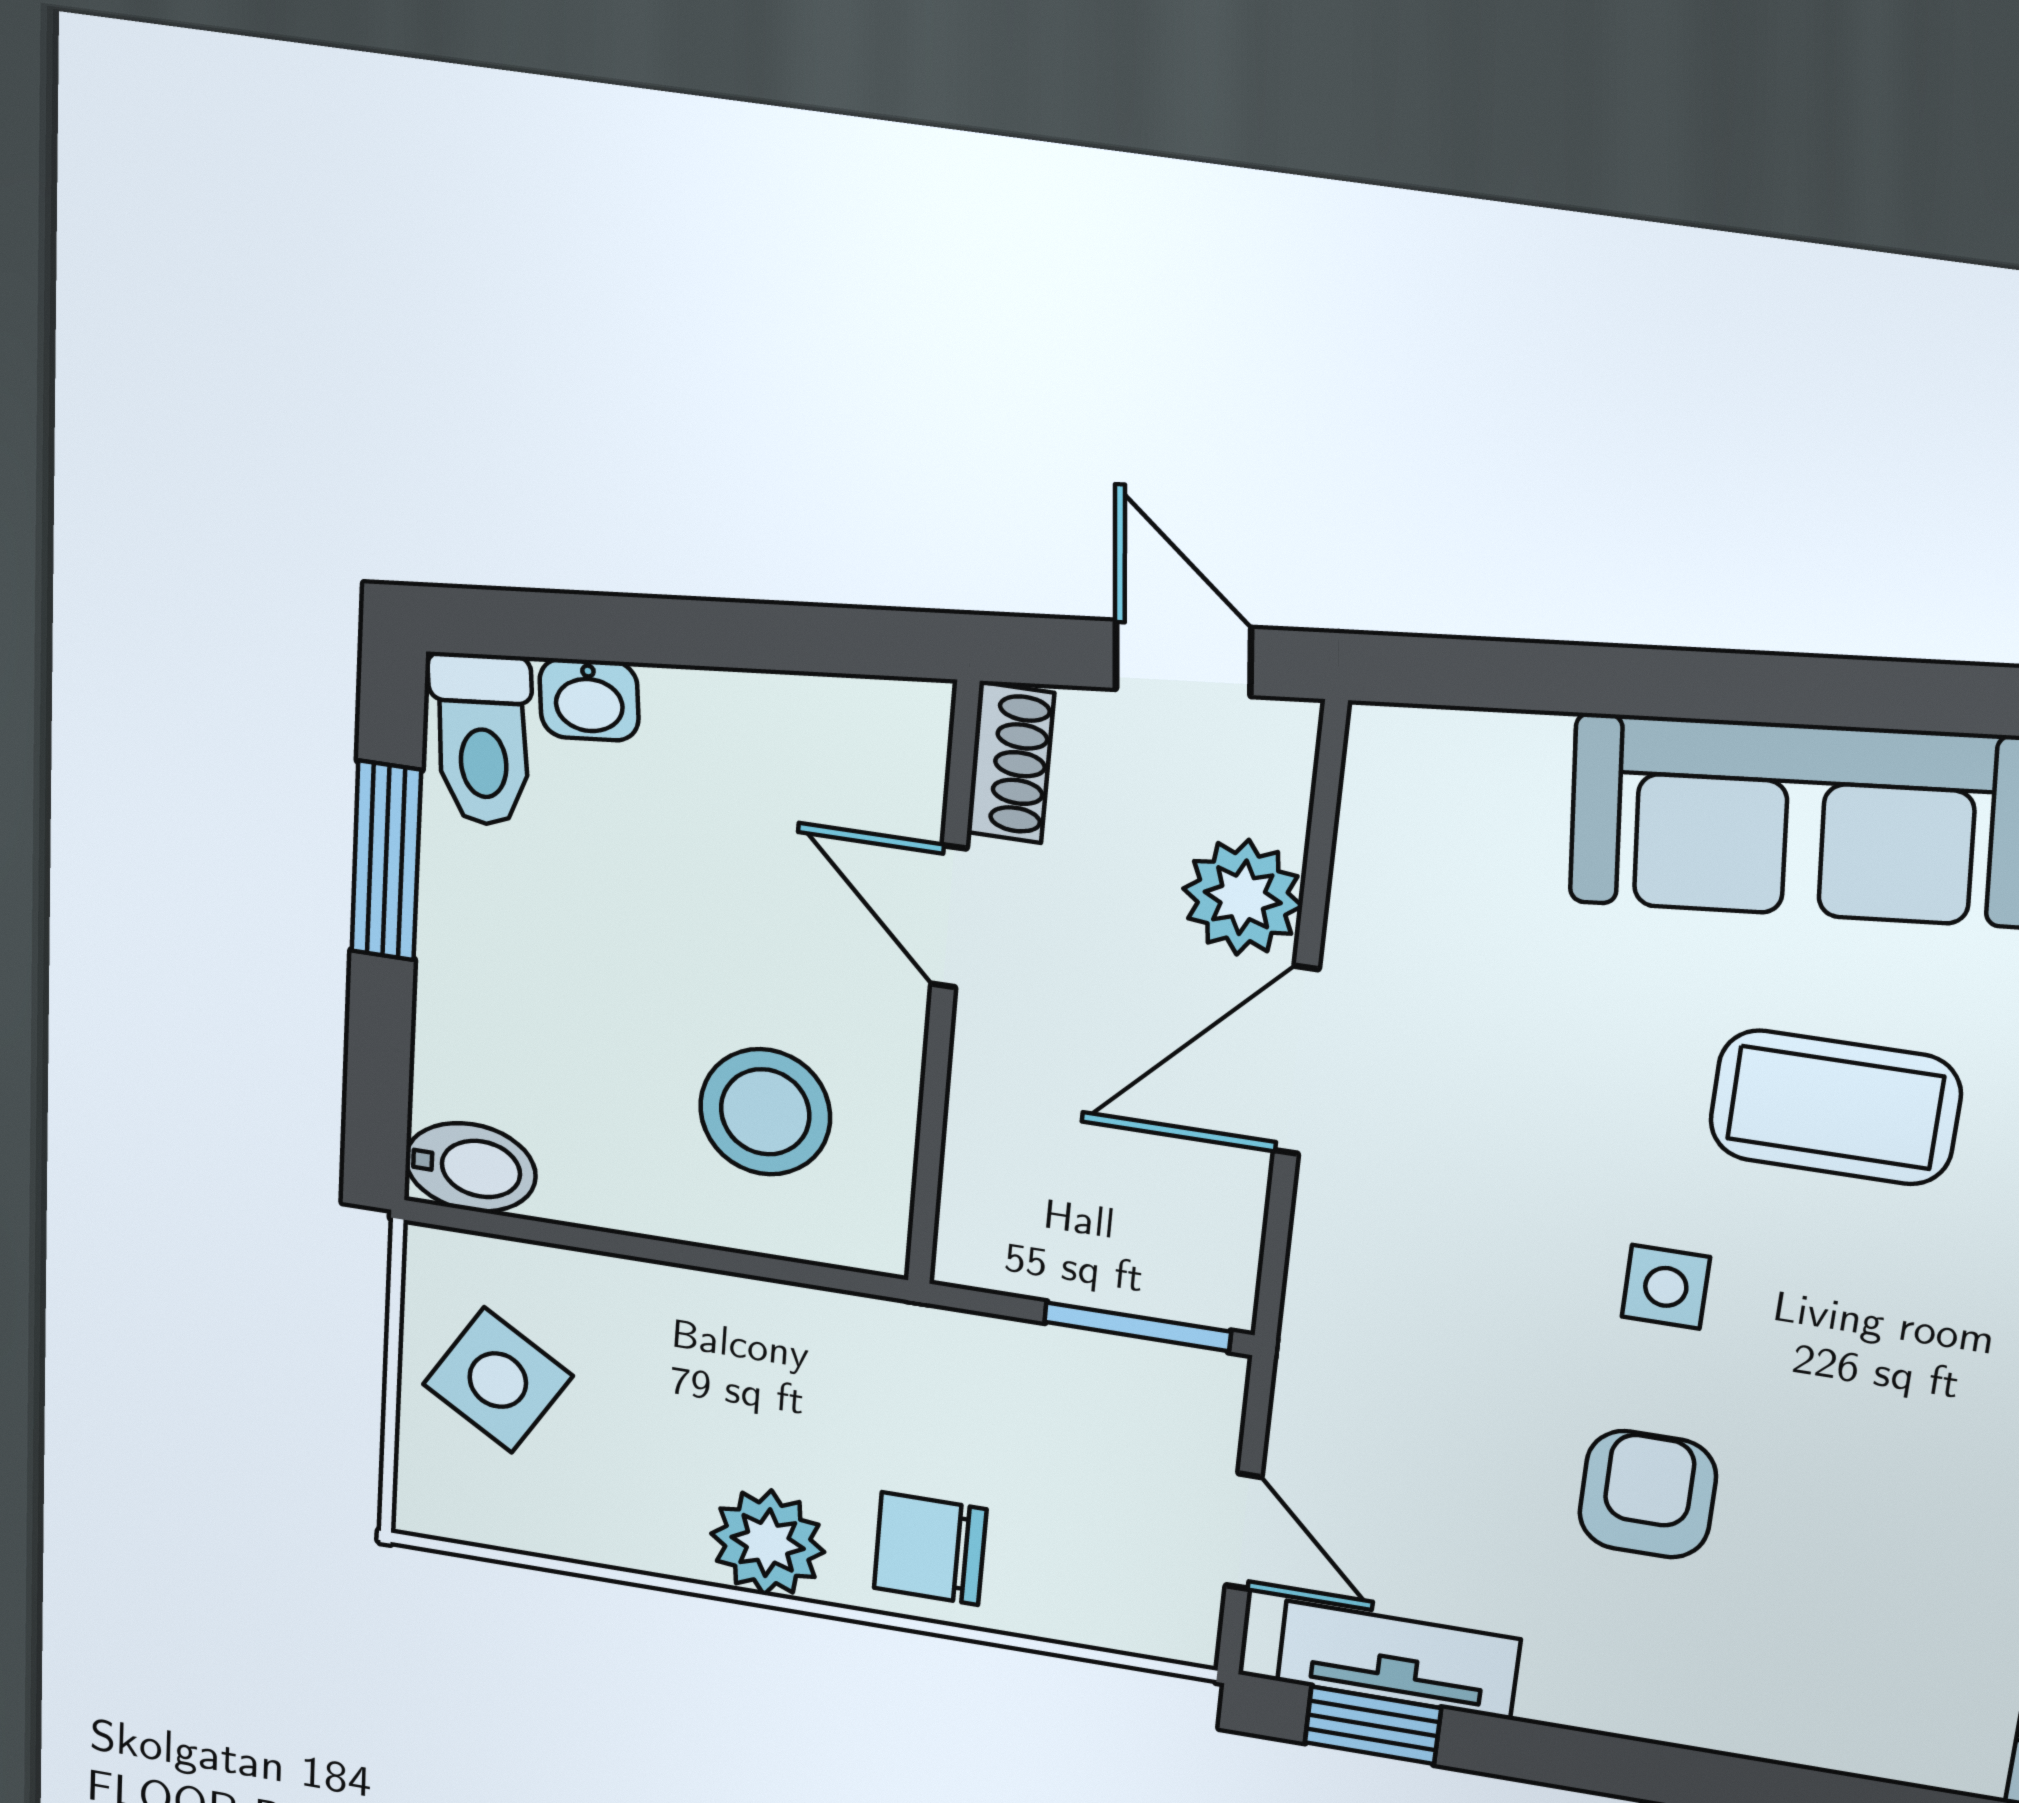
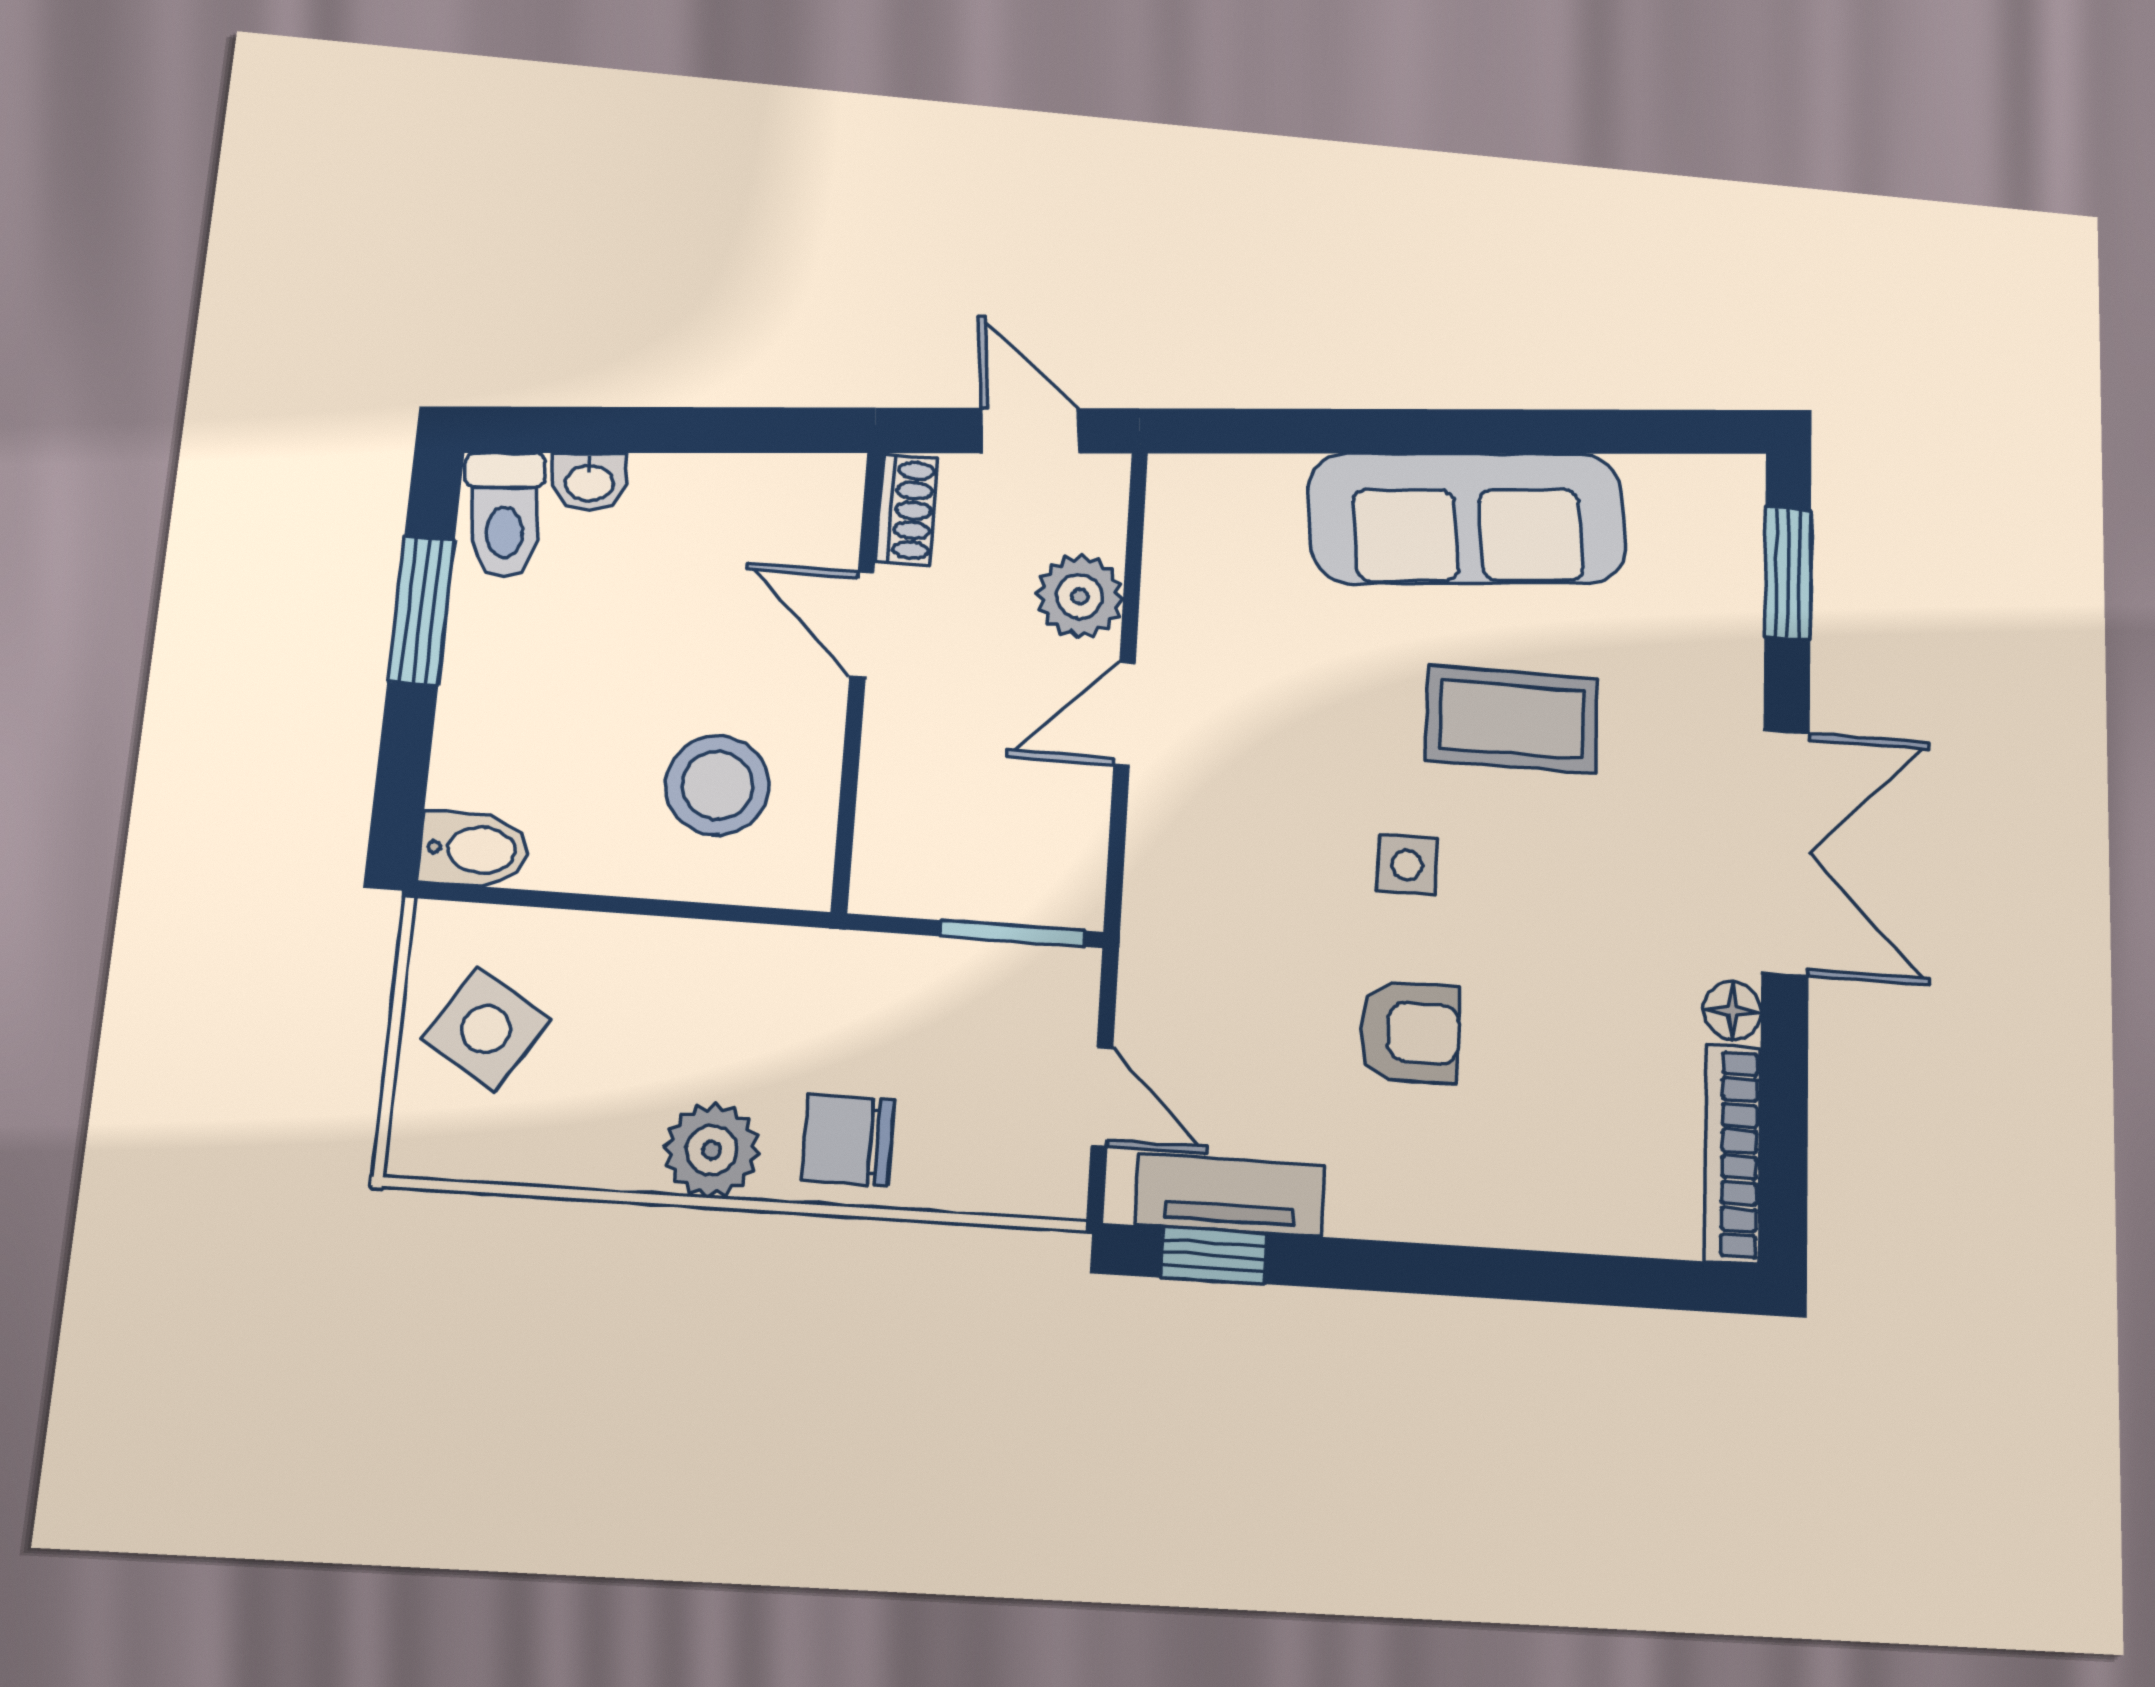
door: (1296, 1060) -> (1124, 714), width x0.73
armchair: (1648, 1494) -> (1410, 1032), turned 90

